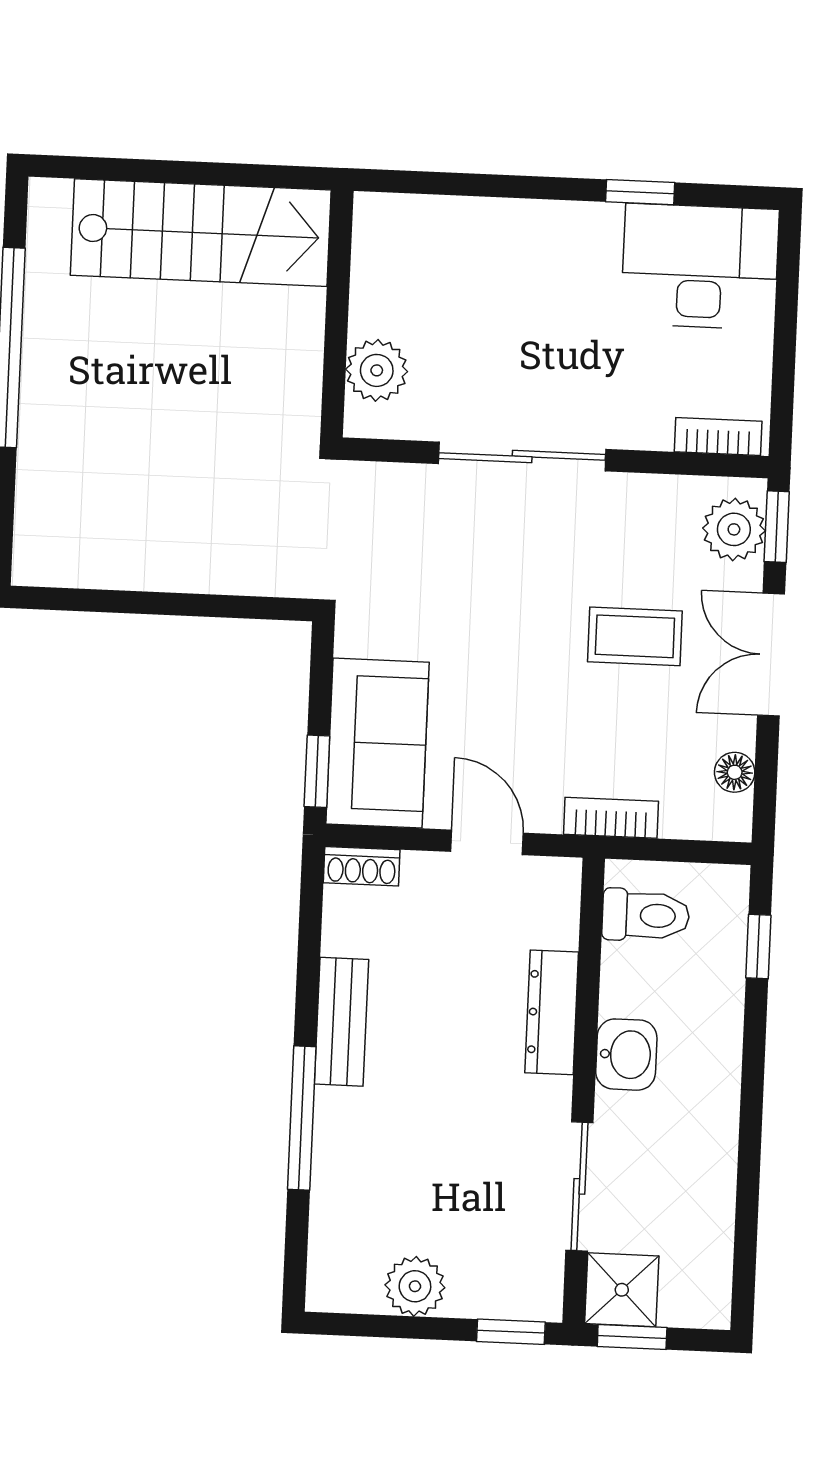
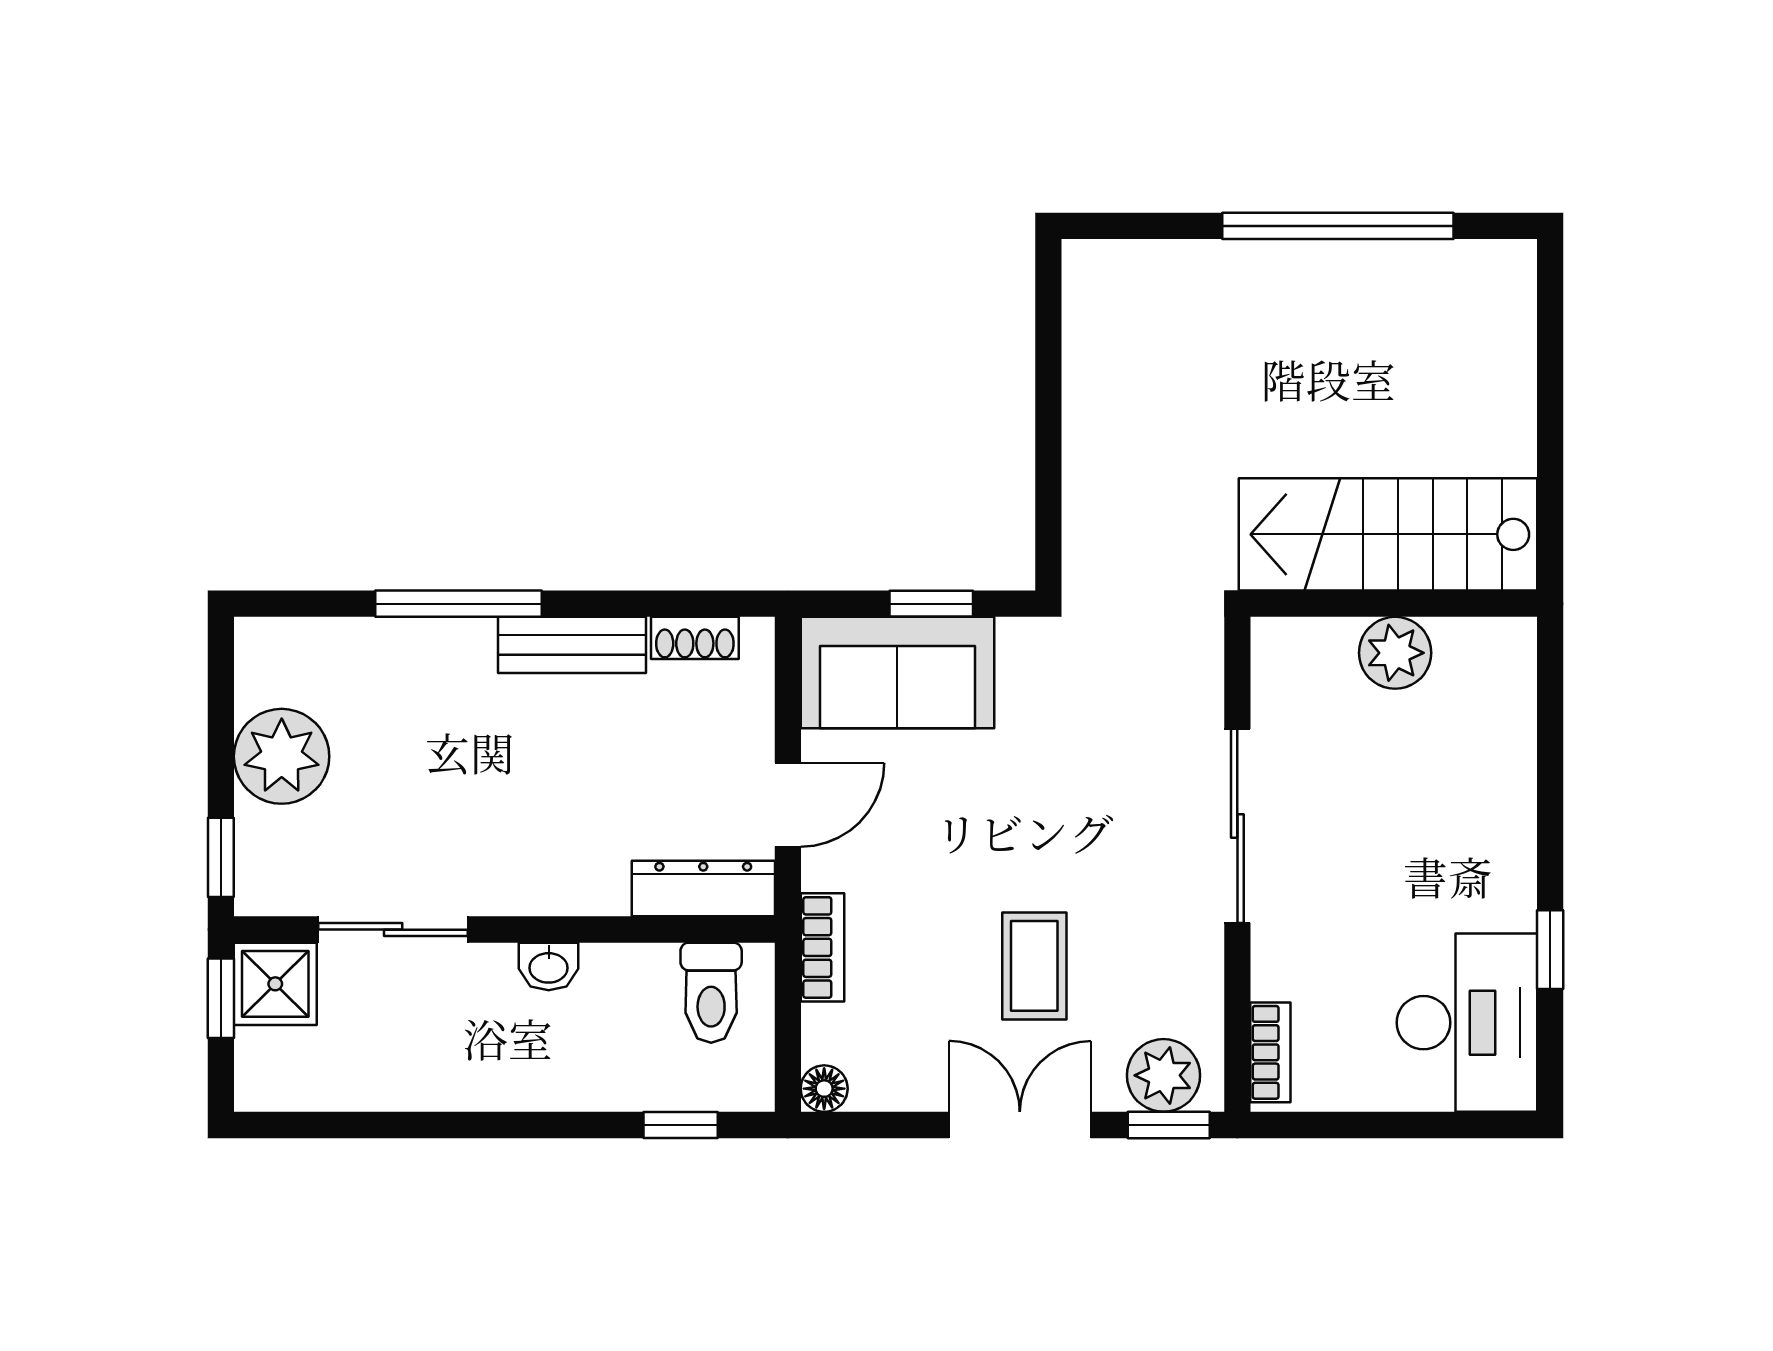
stairs: (201, 233) -> (1388, 534), moved, turned 90
plant: (377, 370) -> (1395, 653), moved
window: (317, 771) -> (931, 604), moved
floor lamp: (735, 772) -> (824, 1089), moved
shoe rack: (362, 866) -> (695, 638), moved, turned -90
dresser: (552, 1012) -> (703, 888), moved
washbasin: (626, 1055) -> (549, 966), width x0.72, depth x0.69
plant: (415, 1286) -> (282, 756), width x1.36, depth x1.36

